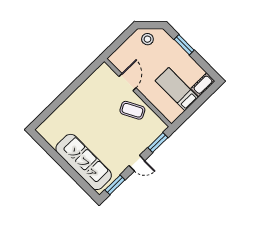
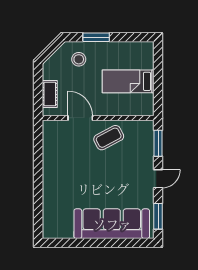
stool: (147, 39) -> (79, 59), moved
cot: (203, 85) -> (50, 94), moved

